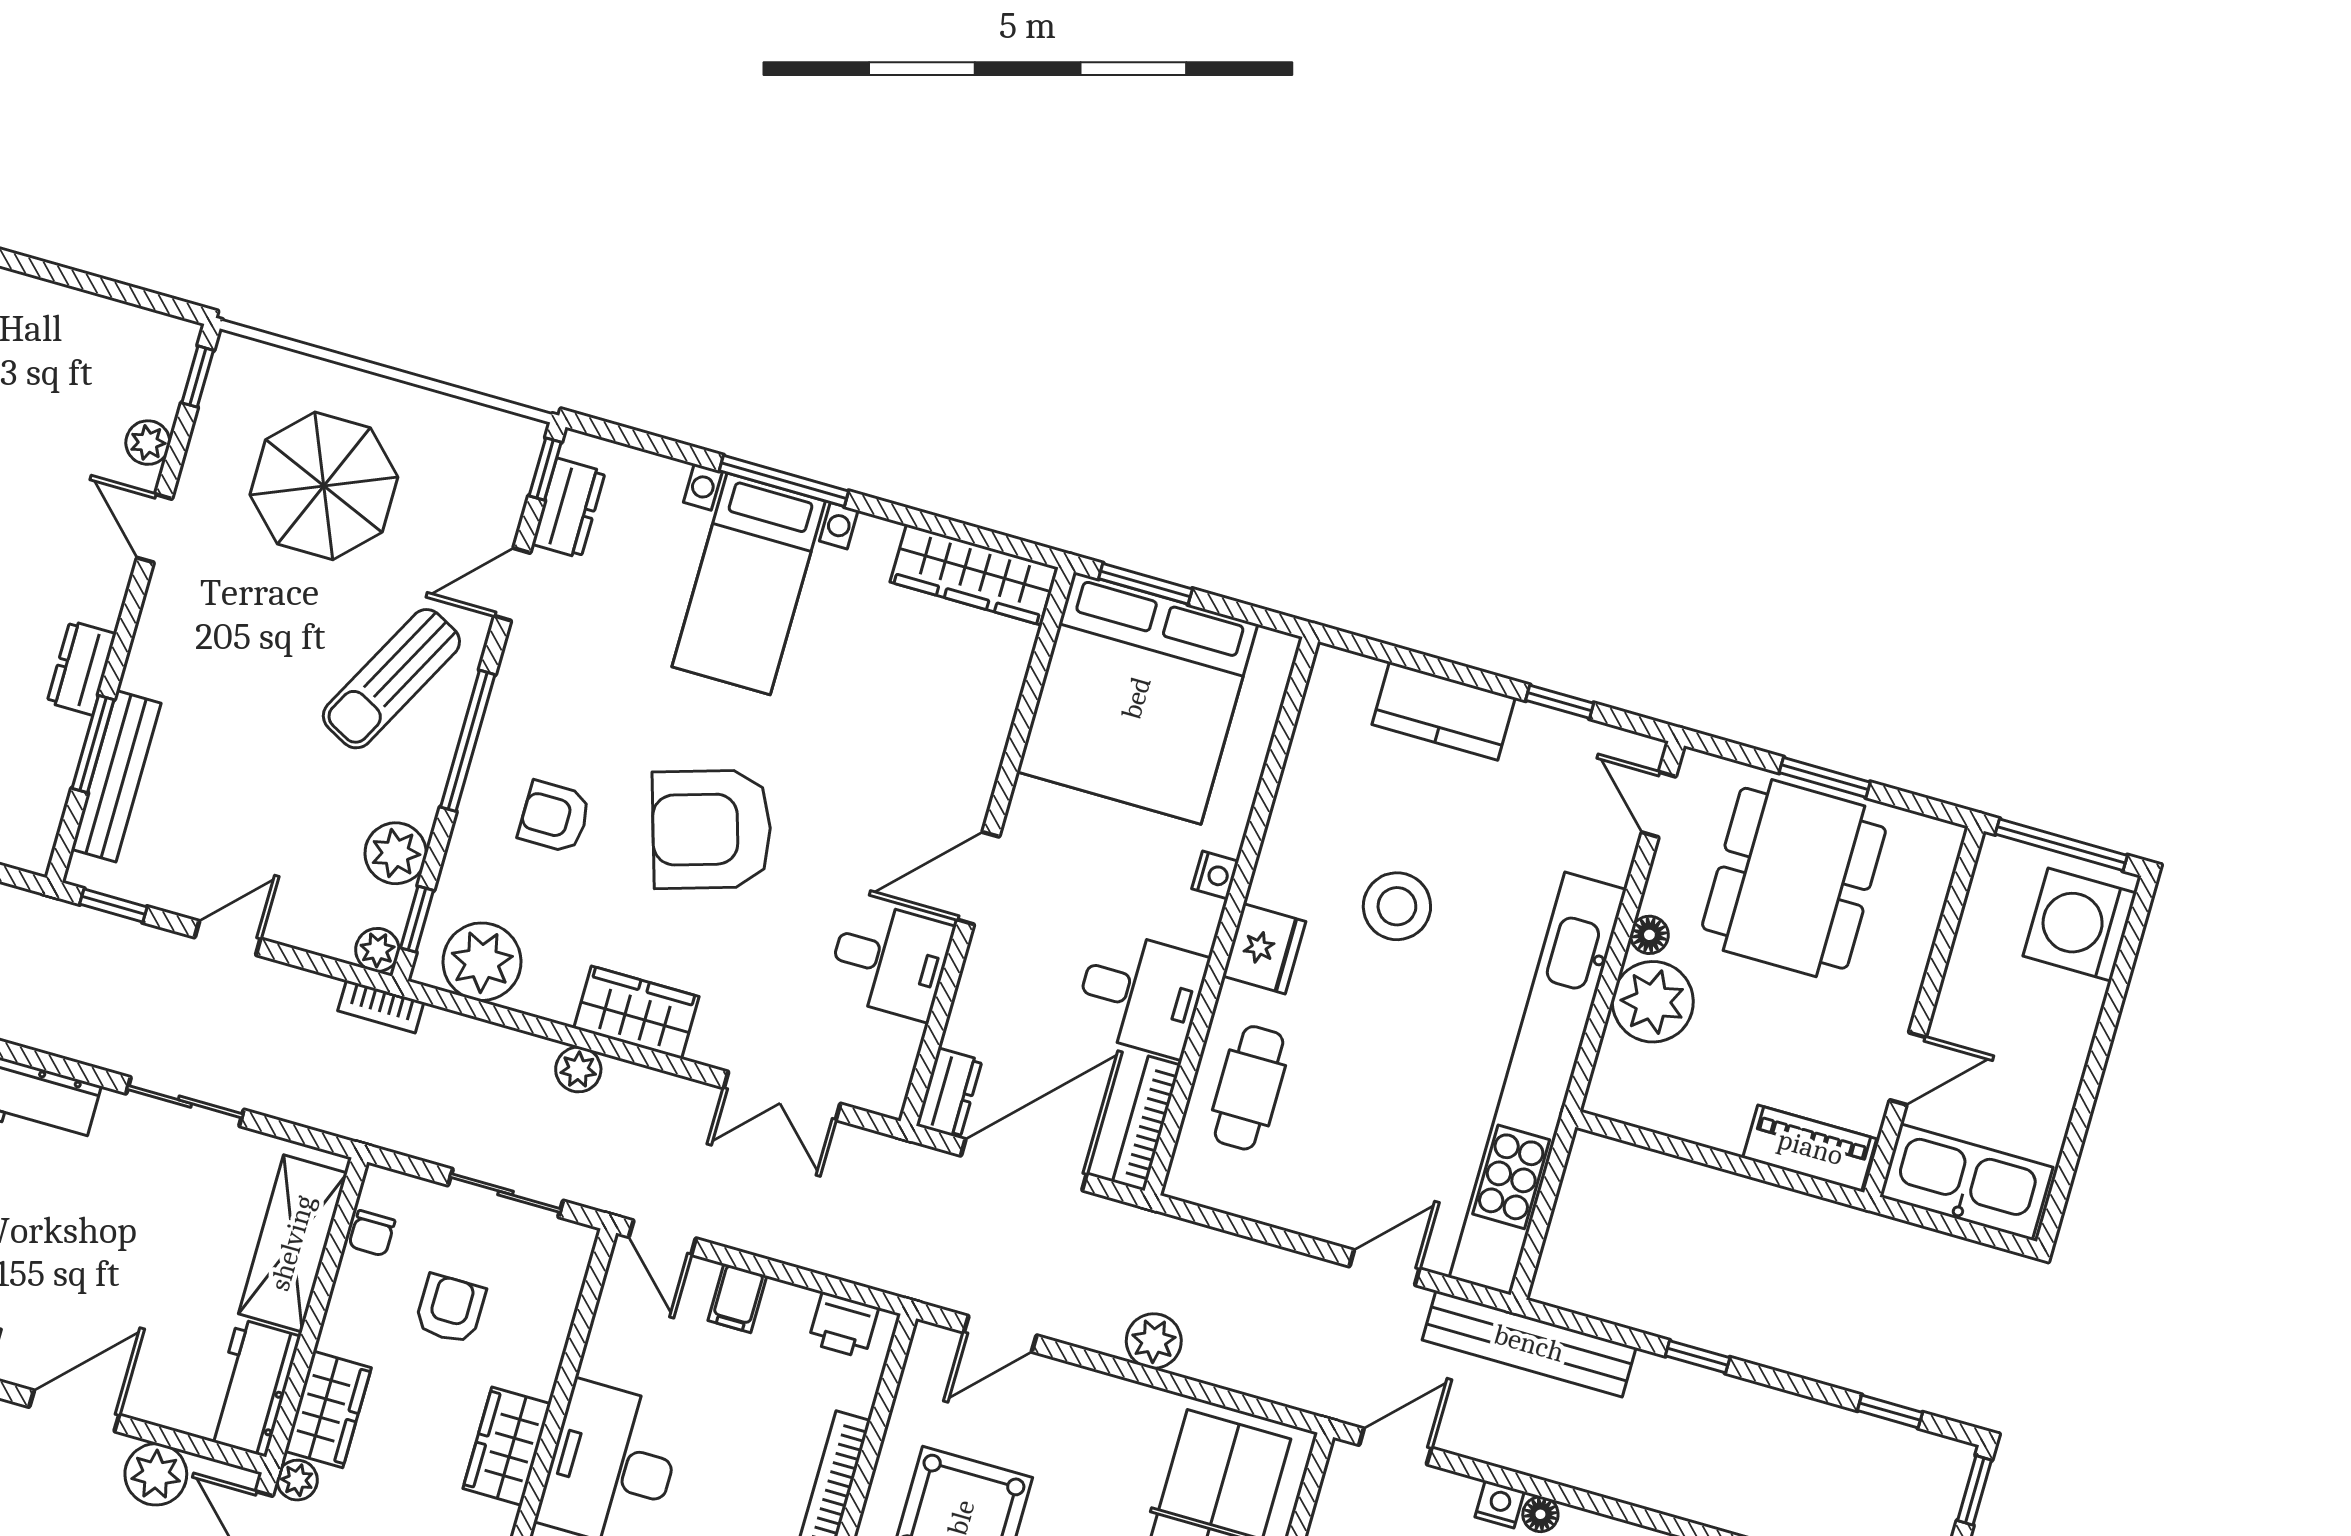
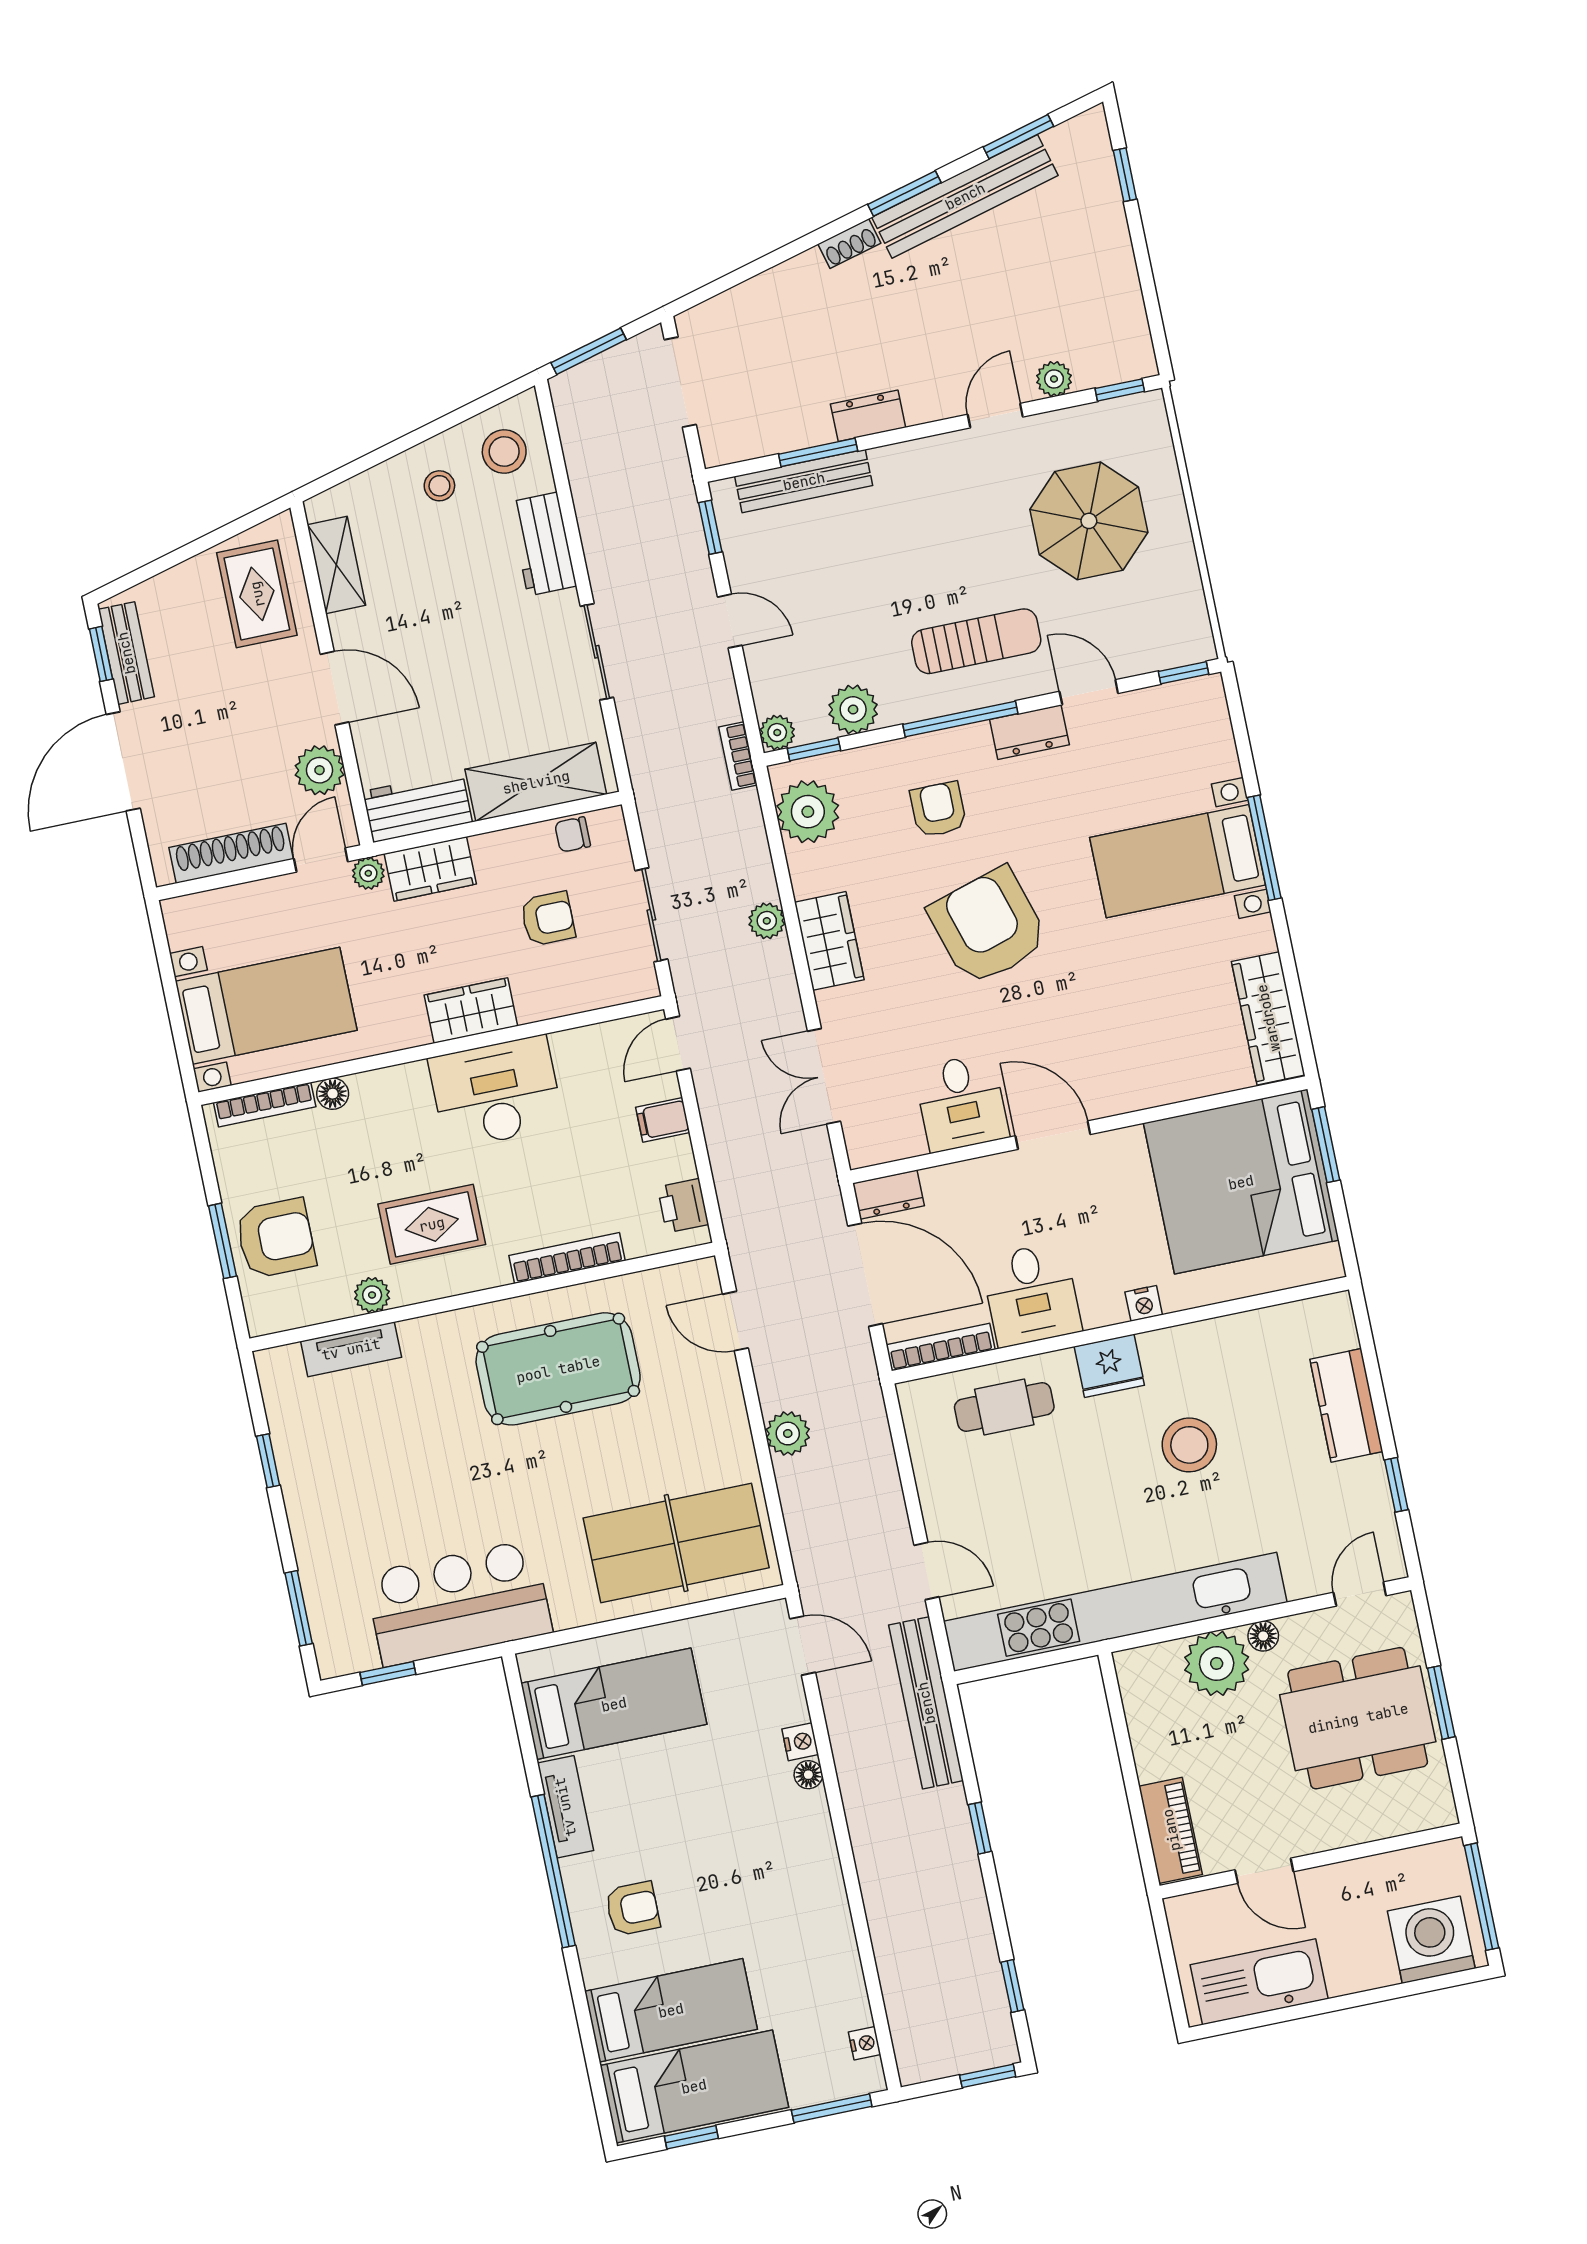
dresser: (569, 508) -> (1029, 732), moved
sun lounger: (391, 679) -> (976, 641), turned 152
kitchen sink: (1966, 1182) -> (1259, 1982), moved, turned -90

